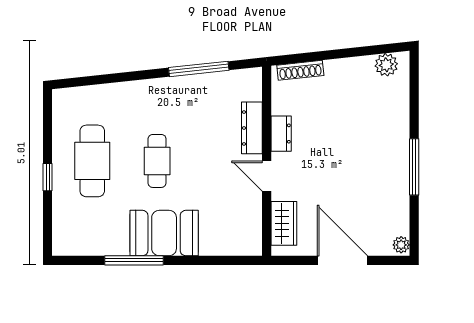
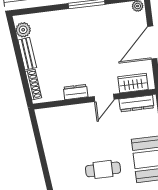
bench: (349, 66) -> (27, 54), added
window: (199, 69) -> (41, 150), removed
dresser: (252, 128) -> (136, 103), moved

